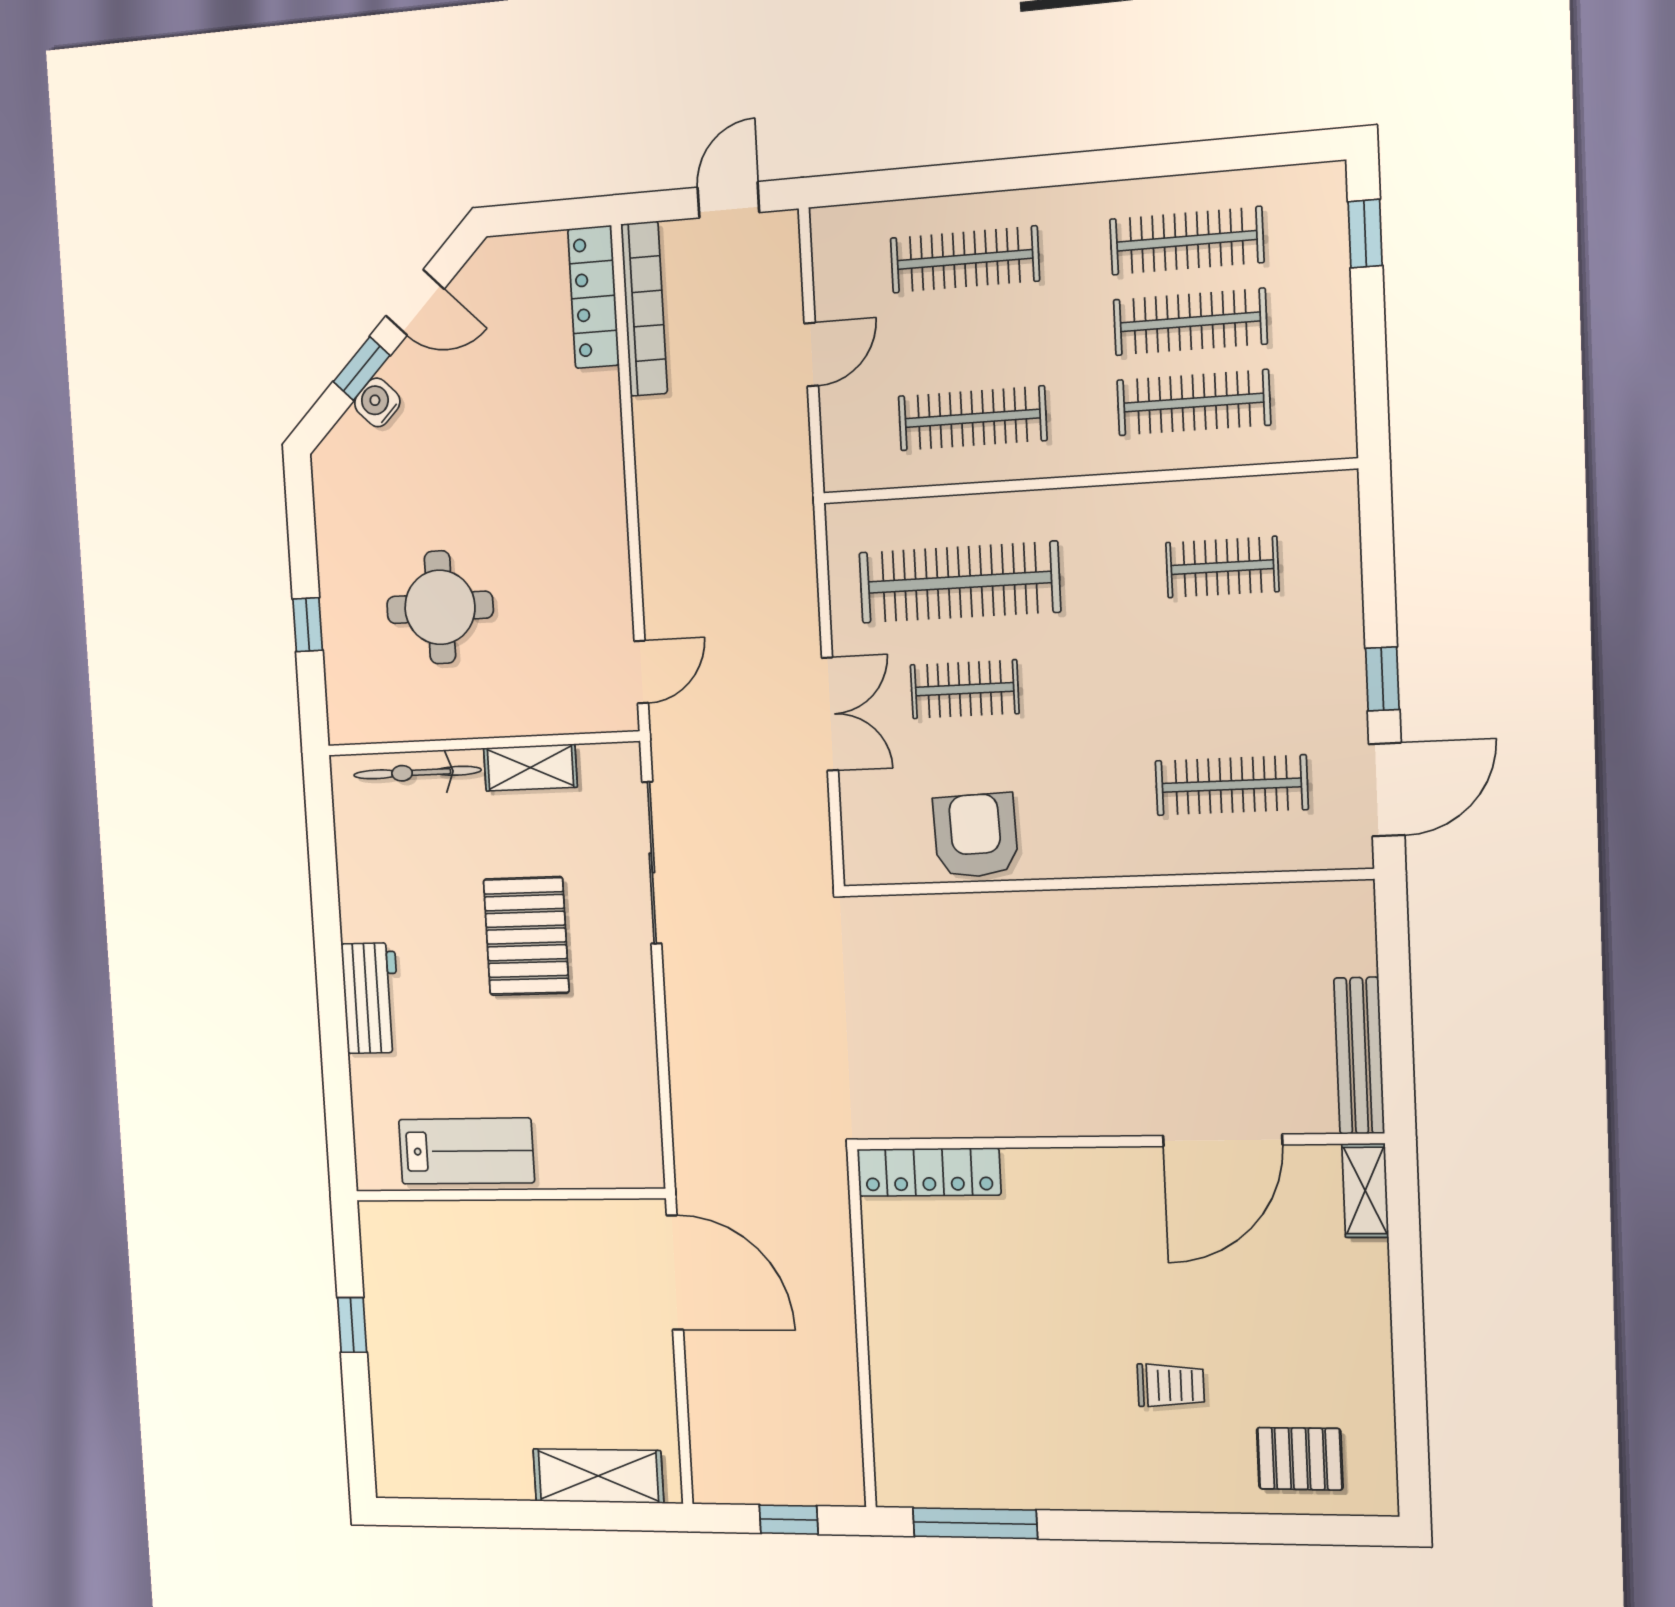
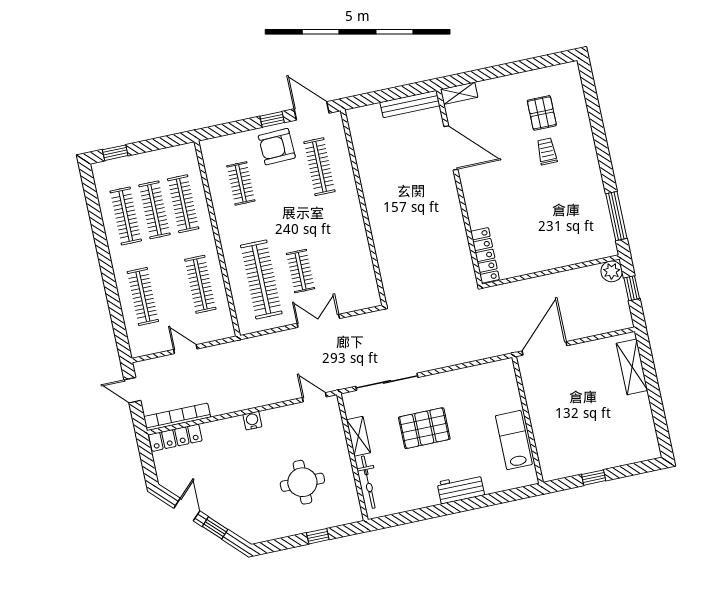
water cooler: (377, 402) -> (252, 421), moved, turned 135
armchair: (976, 836) -> (277, 147), moved
pallet: (1300, 1459) -> (542, 113), moved
plant: (838, 1480) -> (612, 271), added

